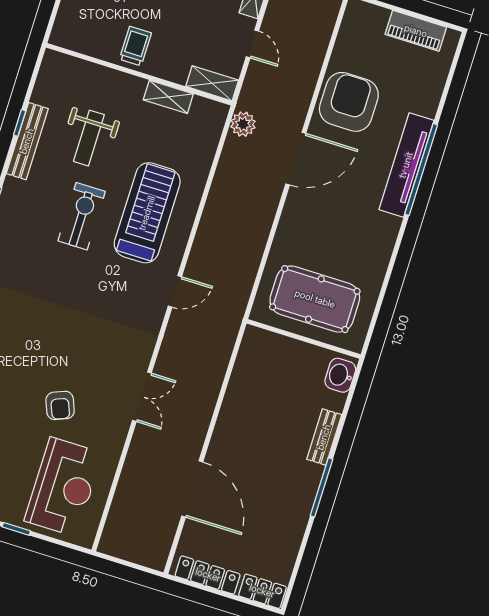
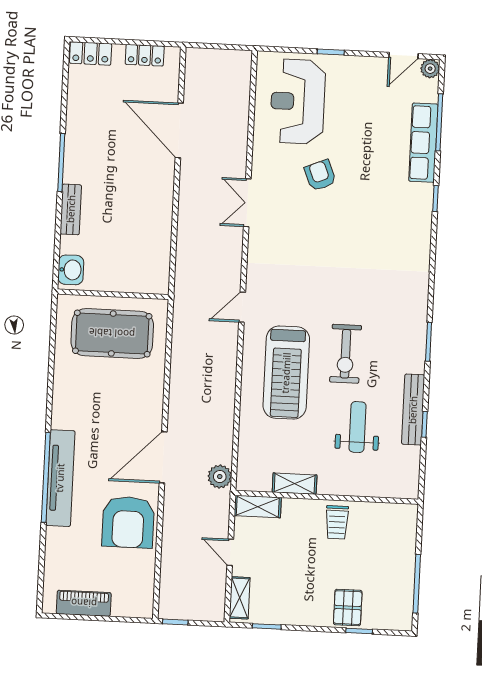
locker: (208, 575) -> (145, 55), width x0.66

